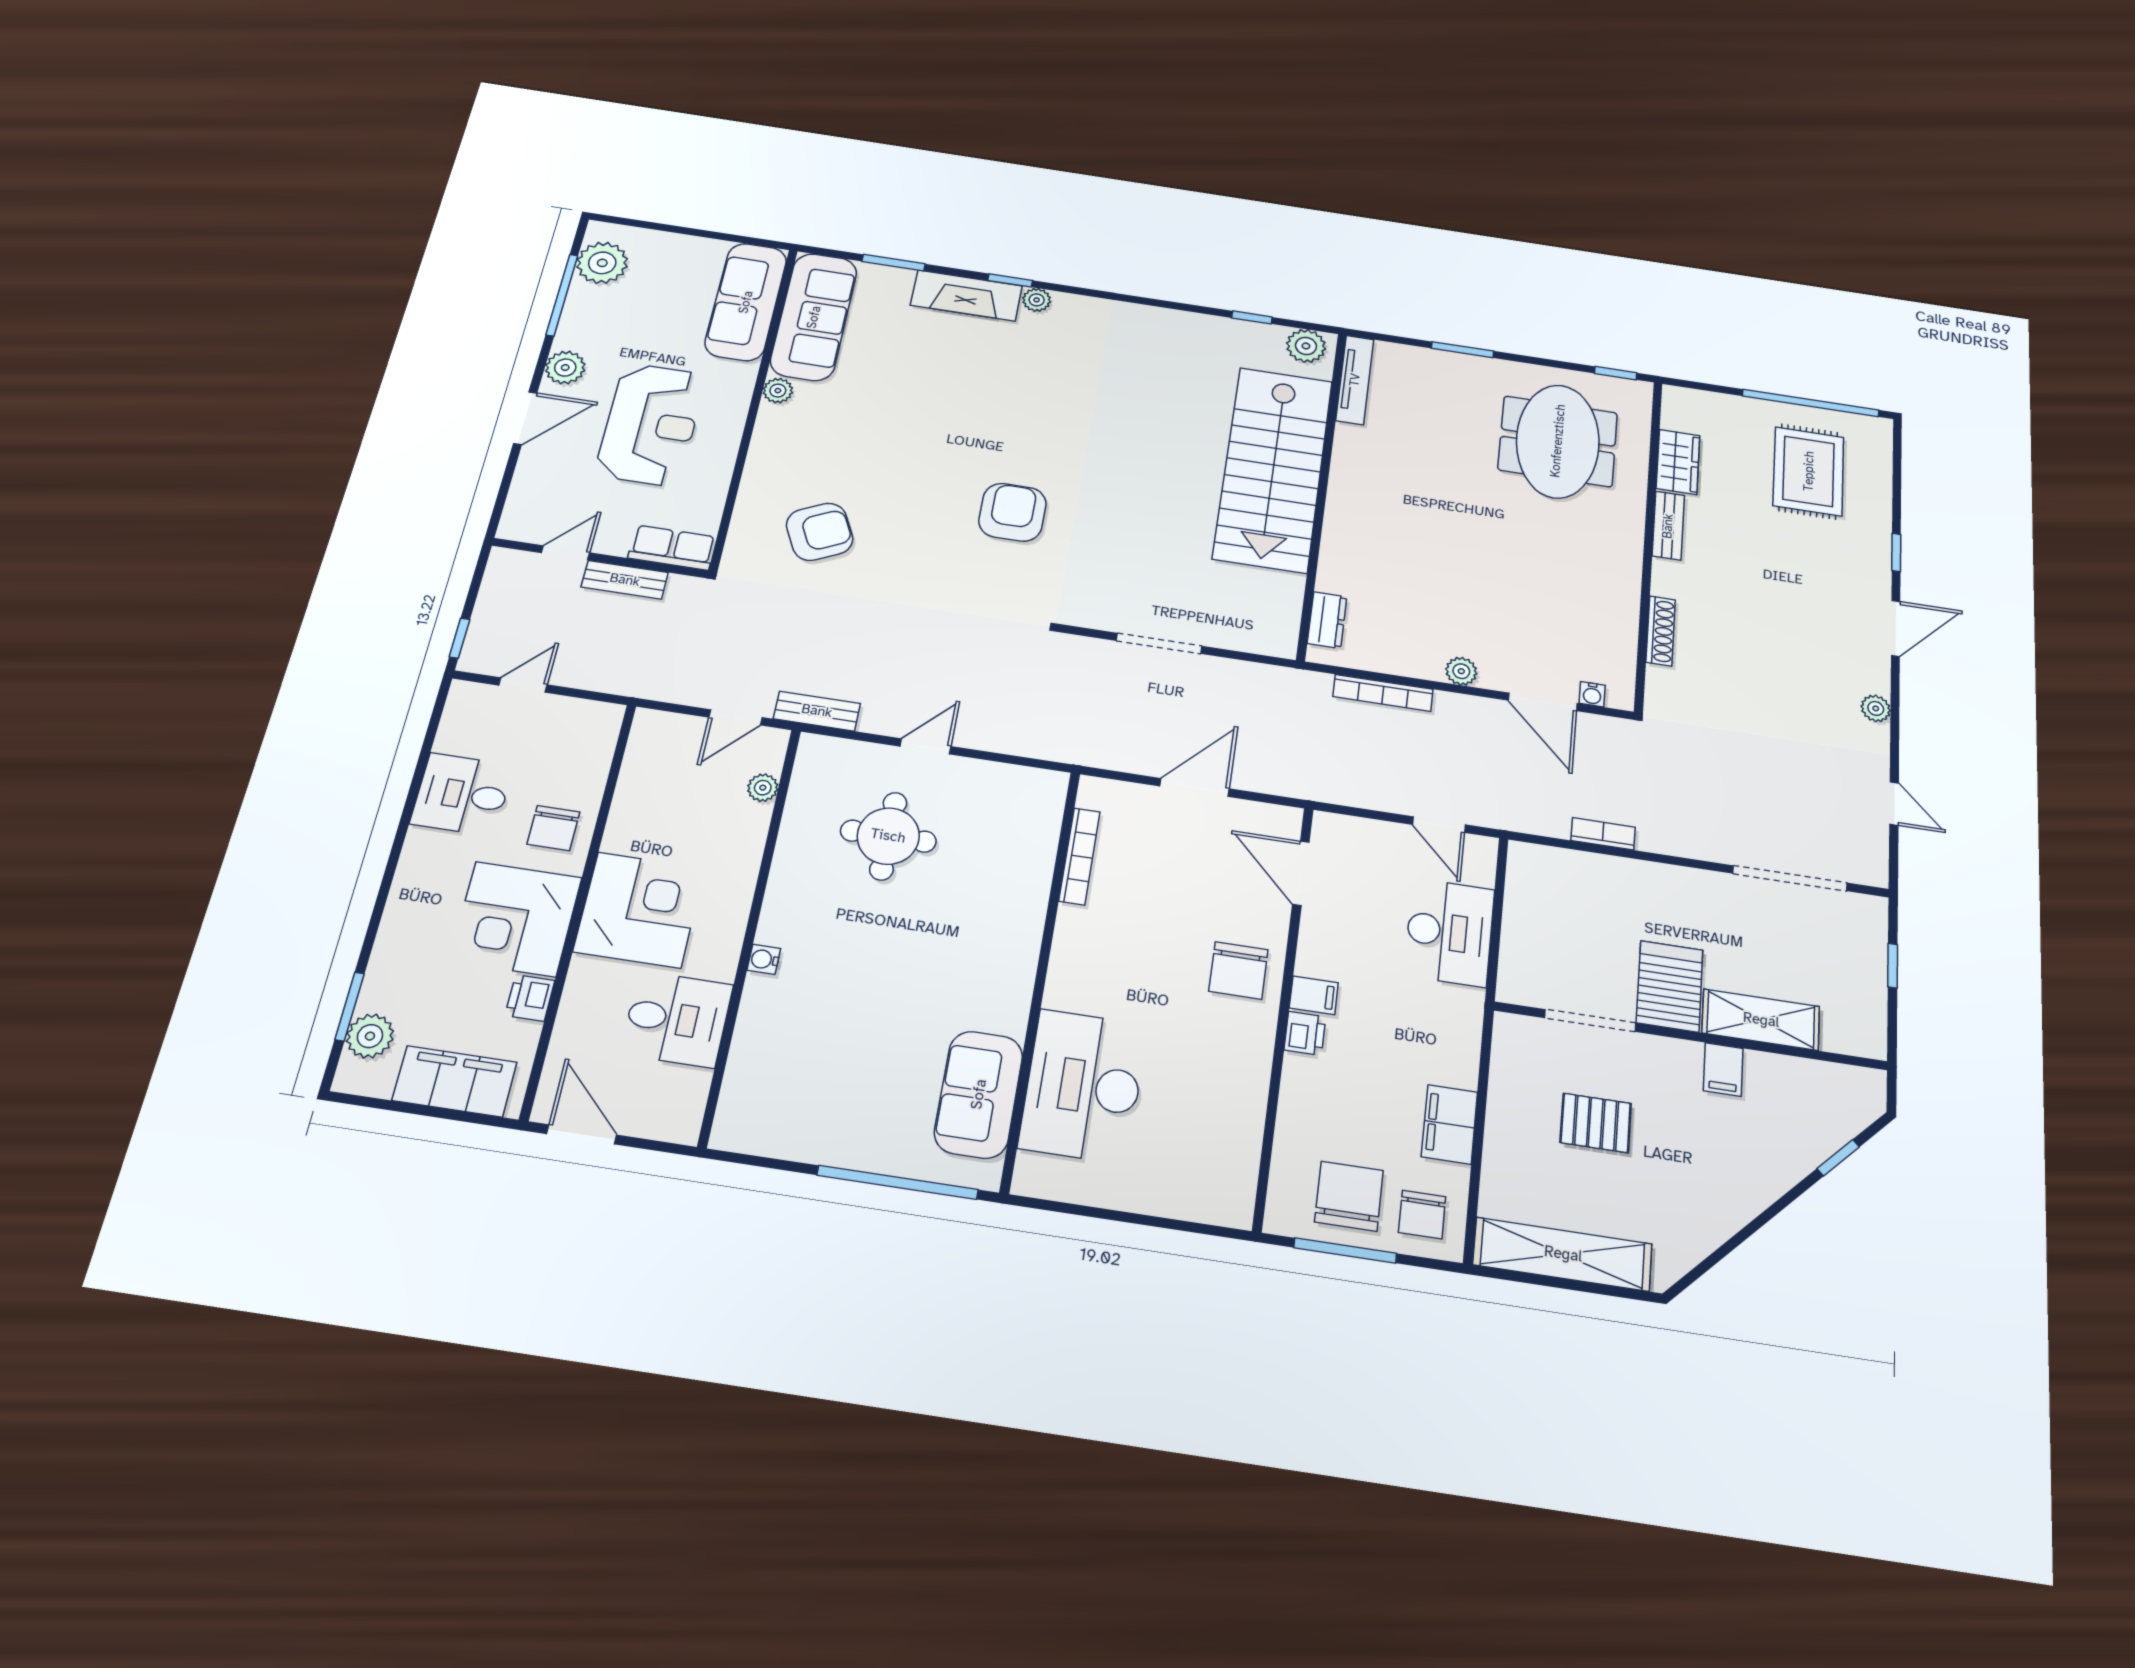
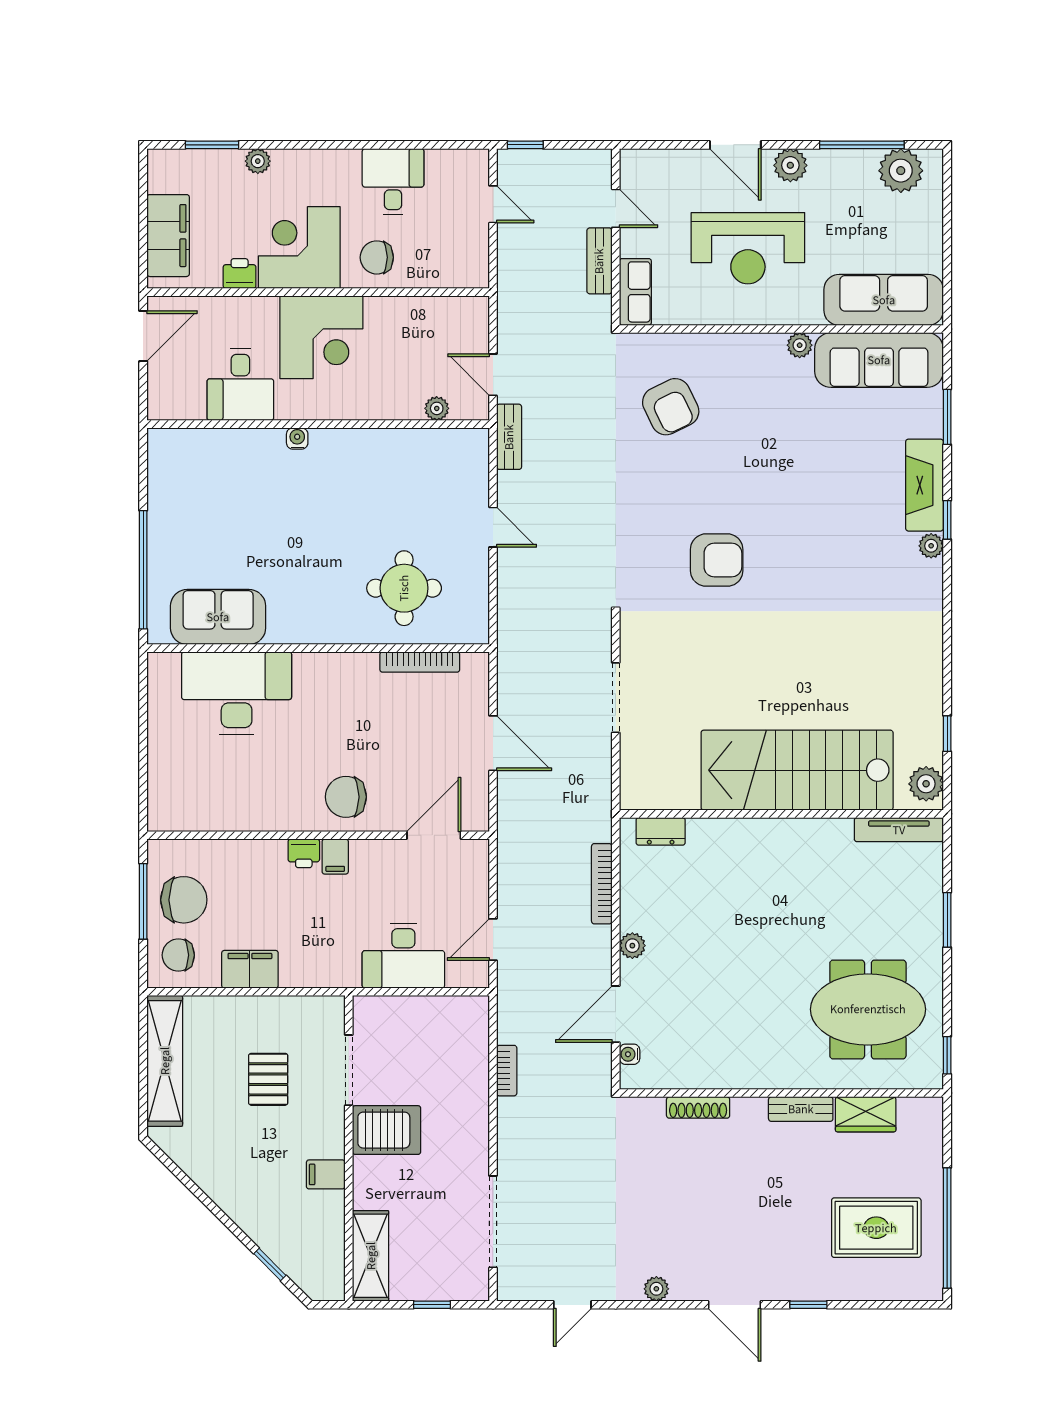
round table: (888, 836) -> (404, 588), moved
shelving: (1761, 1020) -> (371, 1256), moved
plant: (370, 1036) -> (258, 161), moved, width x0.73, depth x0.73

